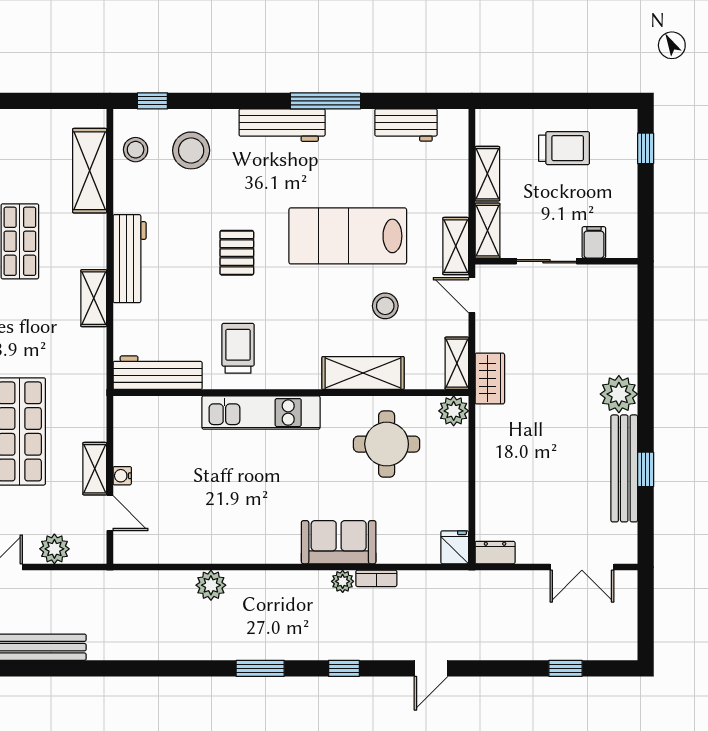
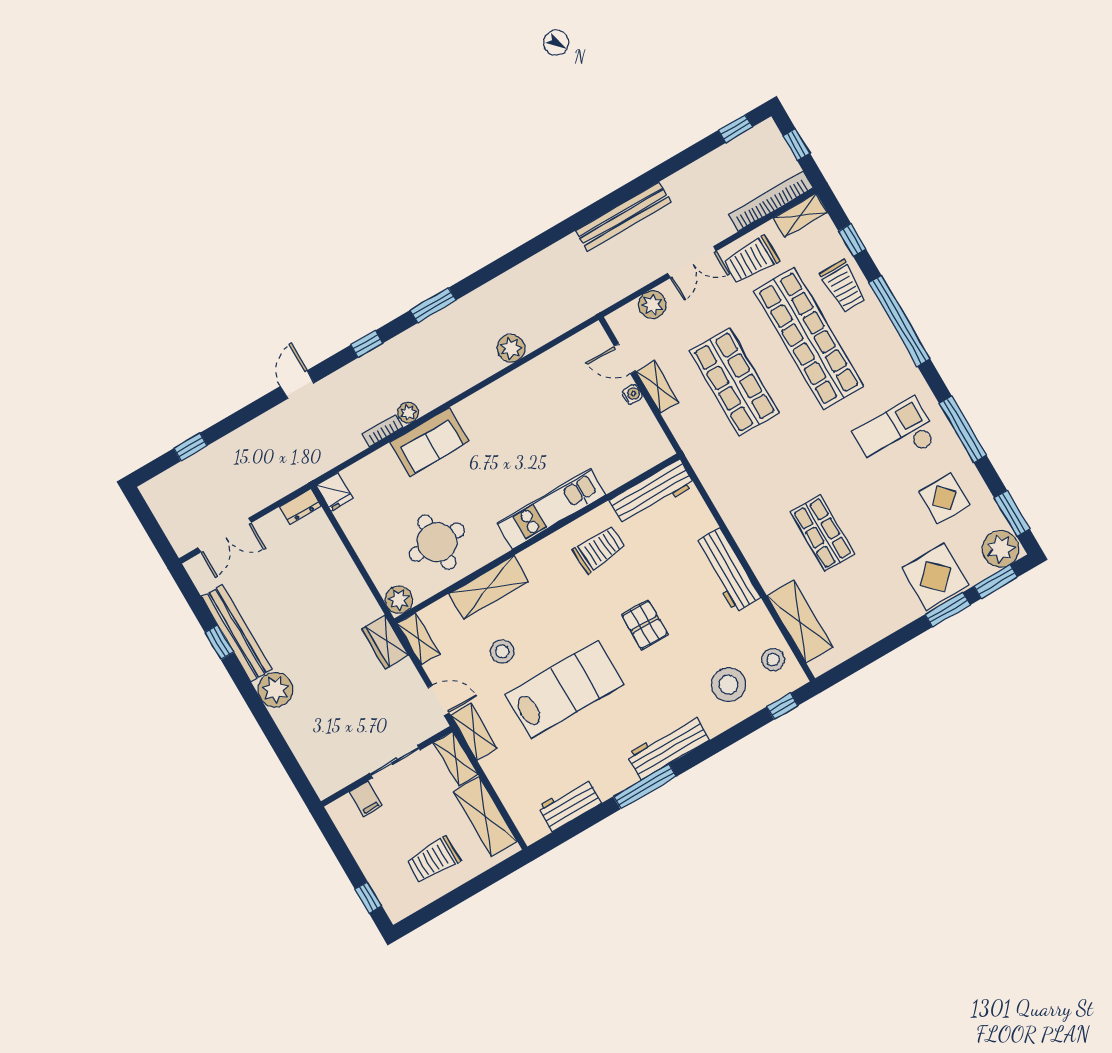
shelving: (487, 174) -> (485, 817), width x1.50, depth x1.33
shelving: (94, 298) -> (737, 522), removed
trolley: (238, 348) -> (599, 549), turned -94
double door: (582, 567) -> (225, 535), swing flipped

